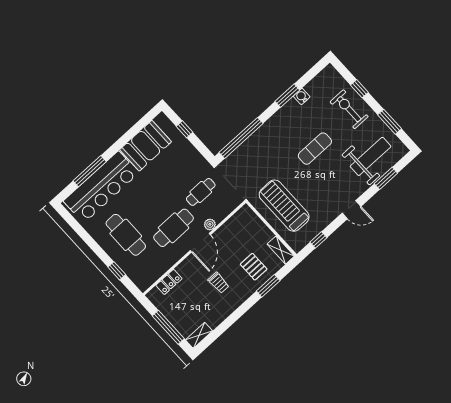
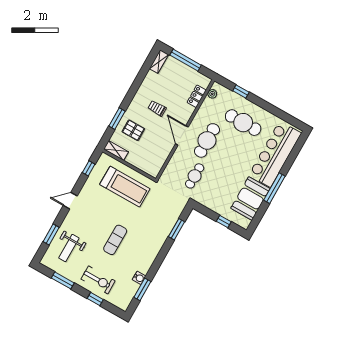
window: (287, 96) -> (142, 289), moved
window: (241, 138) -> (177, 229), width x0.47
weight bench: (371, 156) -> (69, 248), width x0.73, depth x0.75
window: (90, 171) -> (274, 188), moved
plant: (210, 224) -> (212, 94), moved

